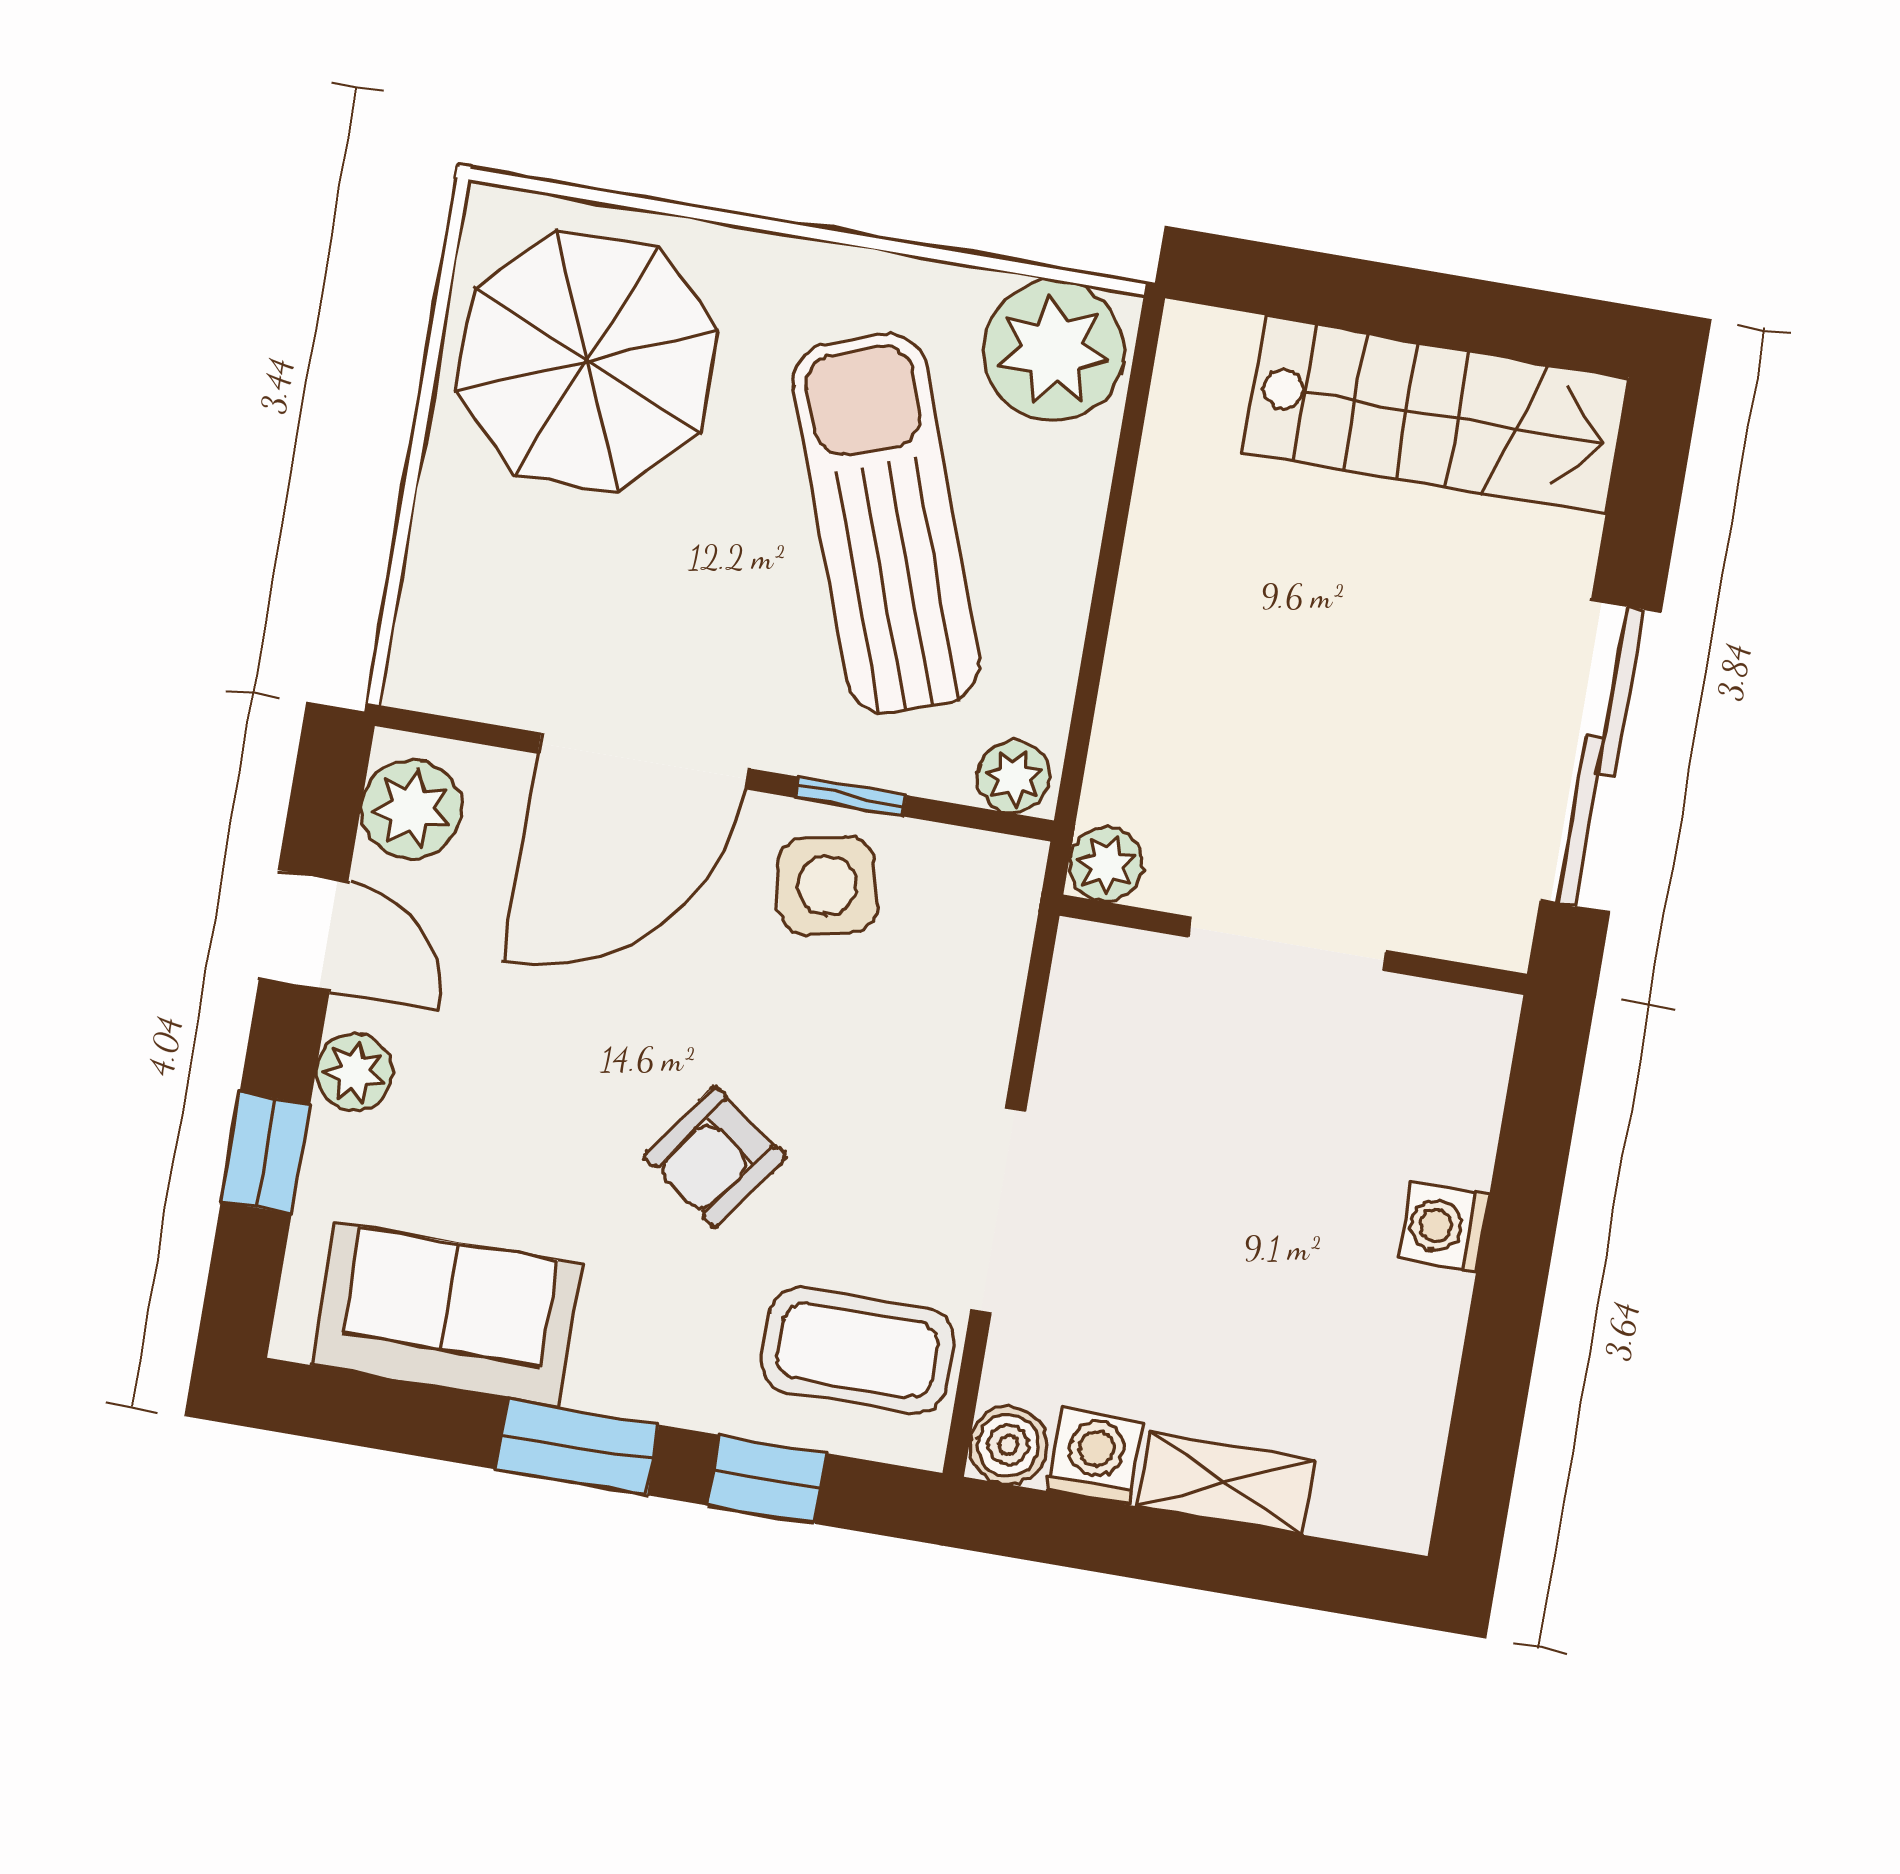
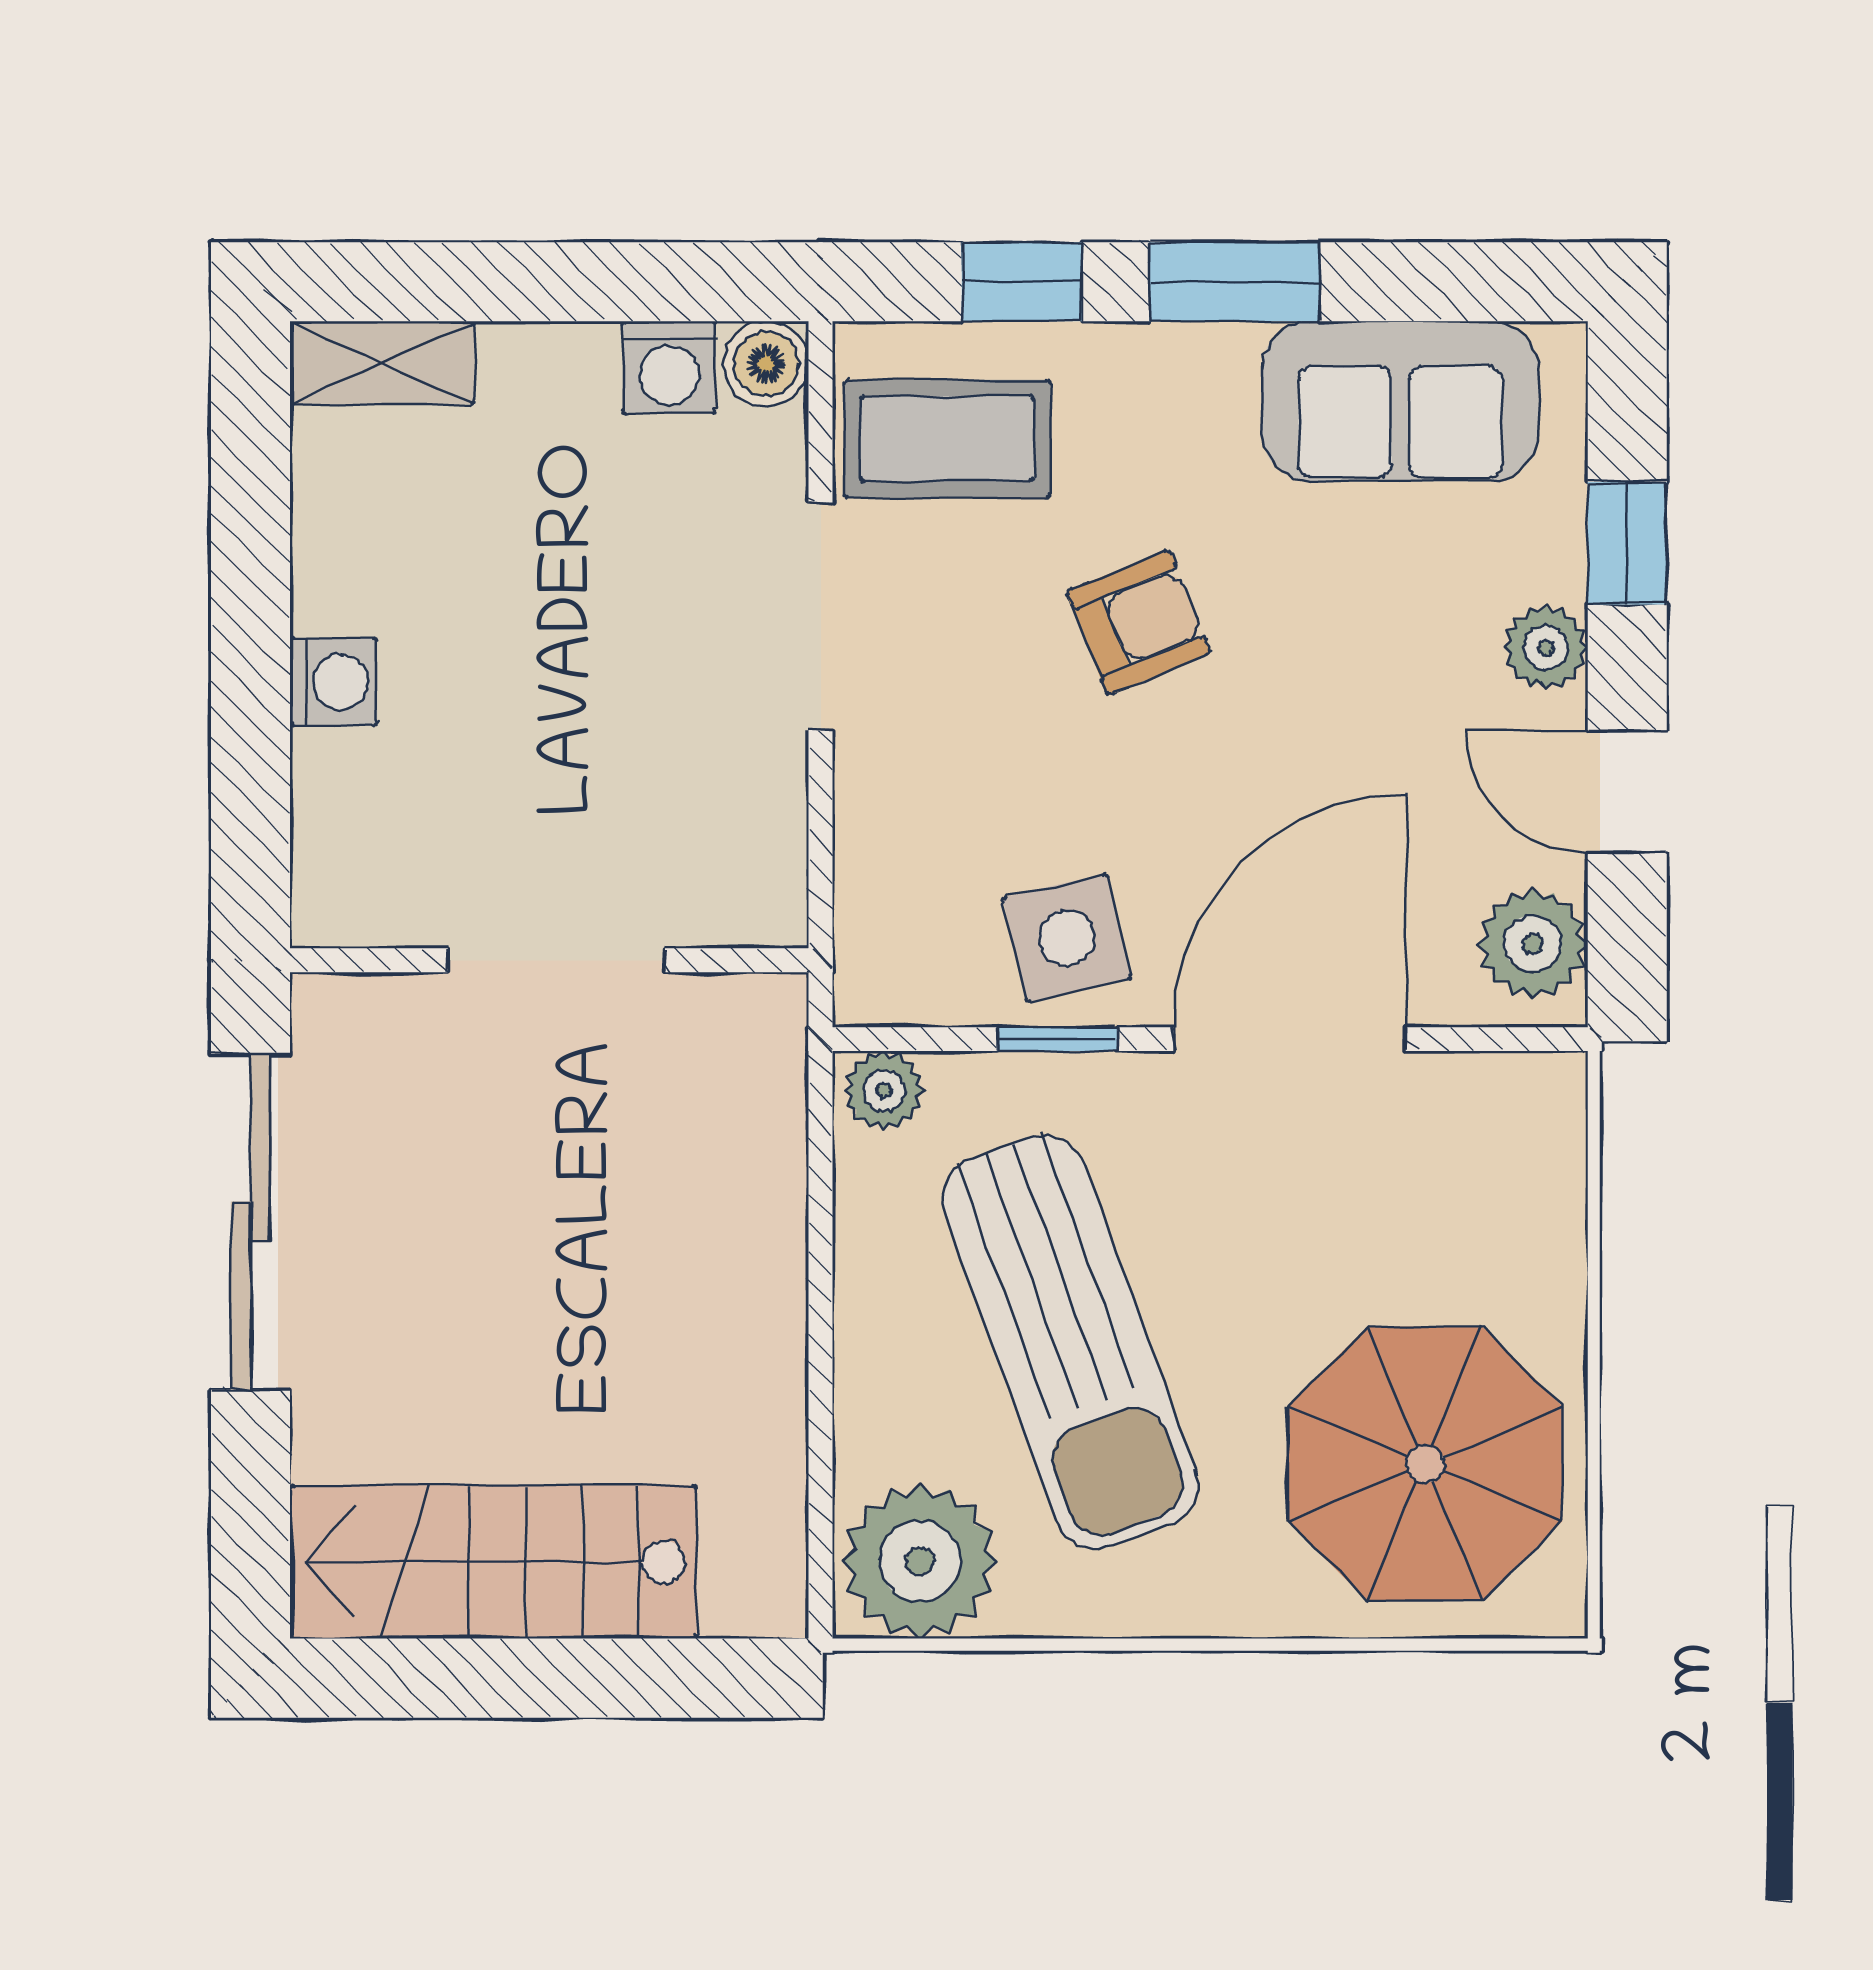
plant: (1106, 864) -> (768, 1013), removed
armchair: (715, 1157) -> (1139, 623), turned 32
shelving: (1226, 1483) -> (382, 363), moved

